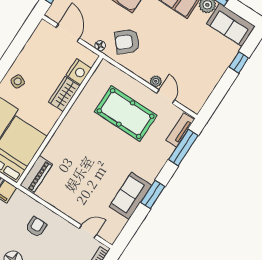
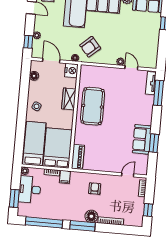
floor lamp: (35, 41) -> (34, 76), added
nightstand: (79, 72) -> (71, 71), moved
pool table: (126, 114) -> (93, 106), moved, turned 90
window: (153, 194) -> (154, 143), moved

